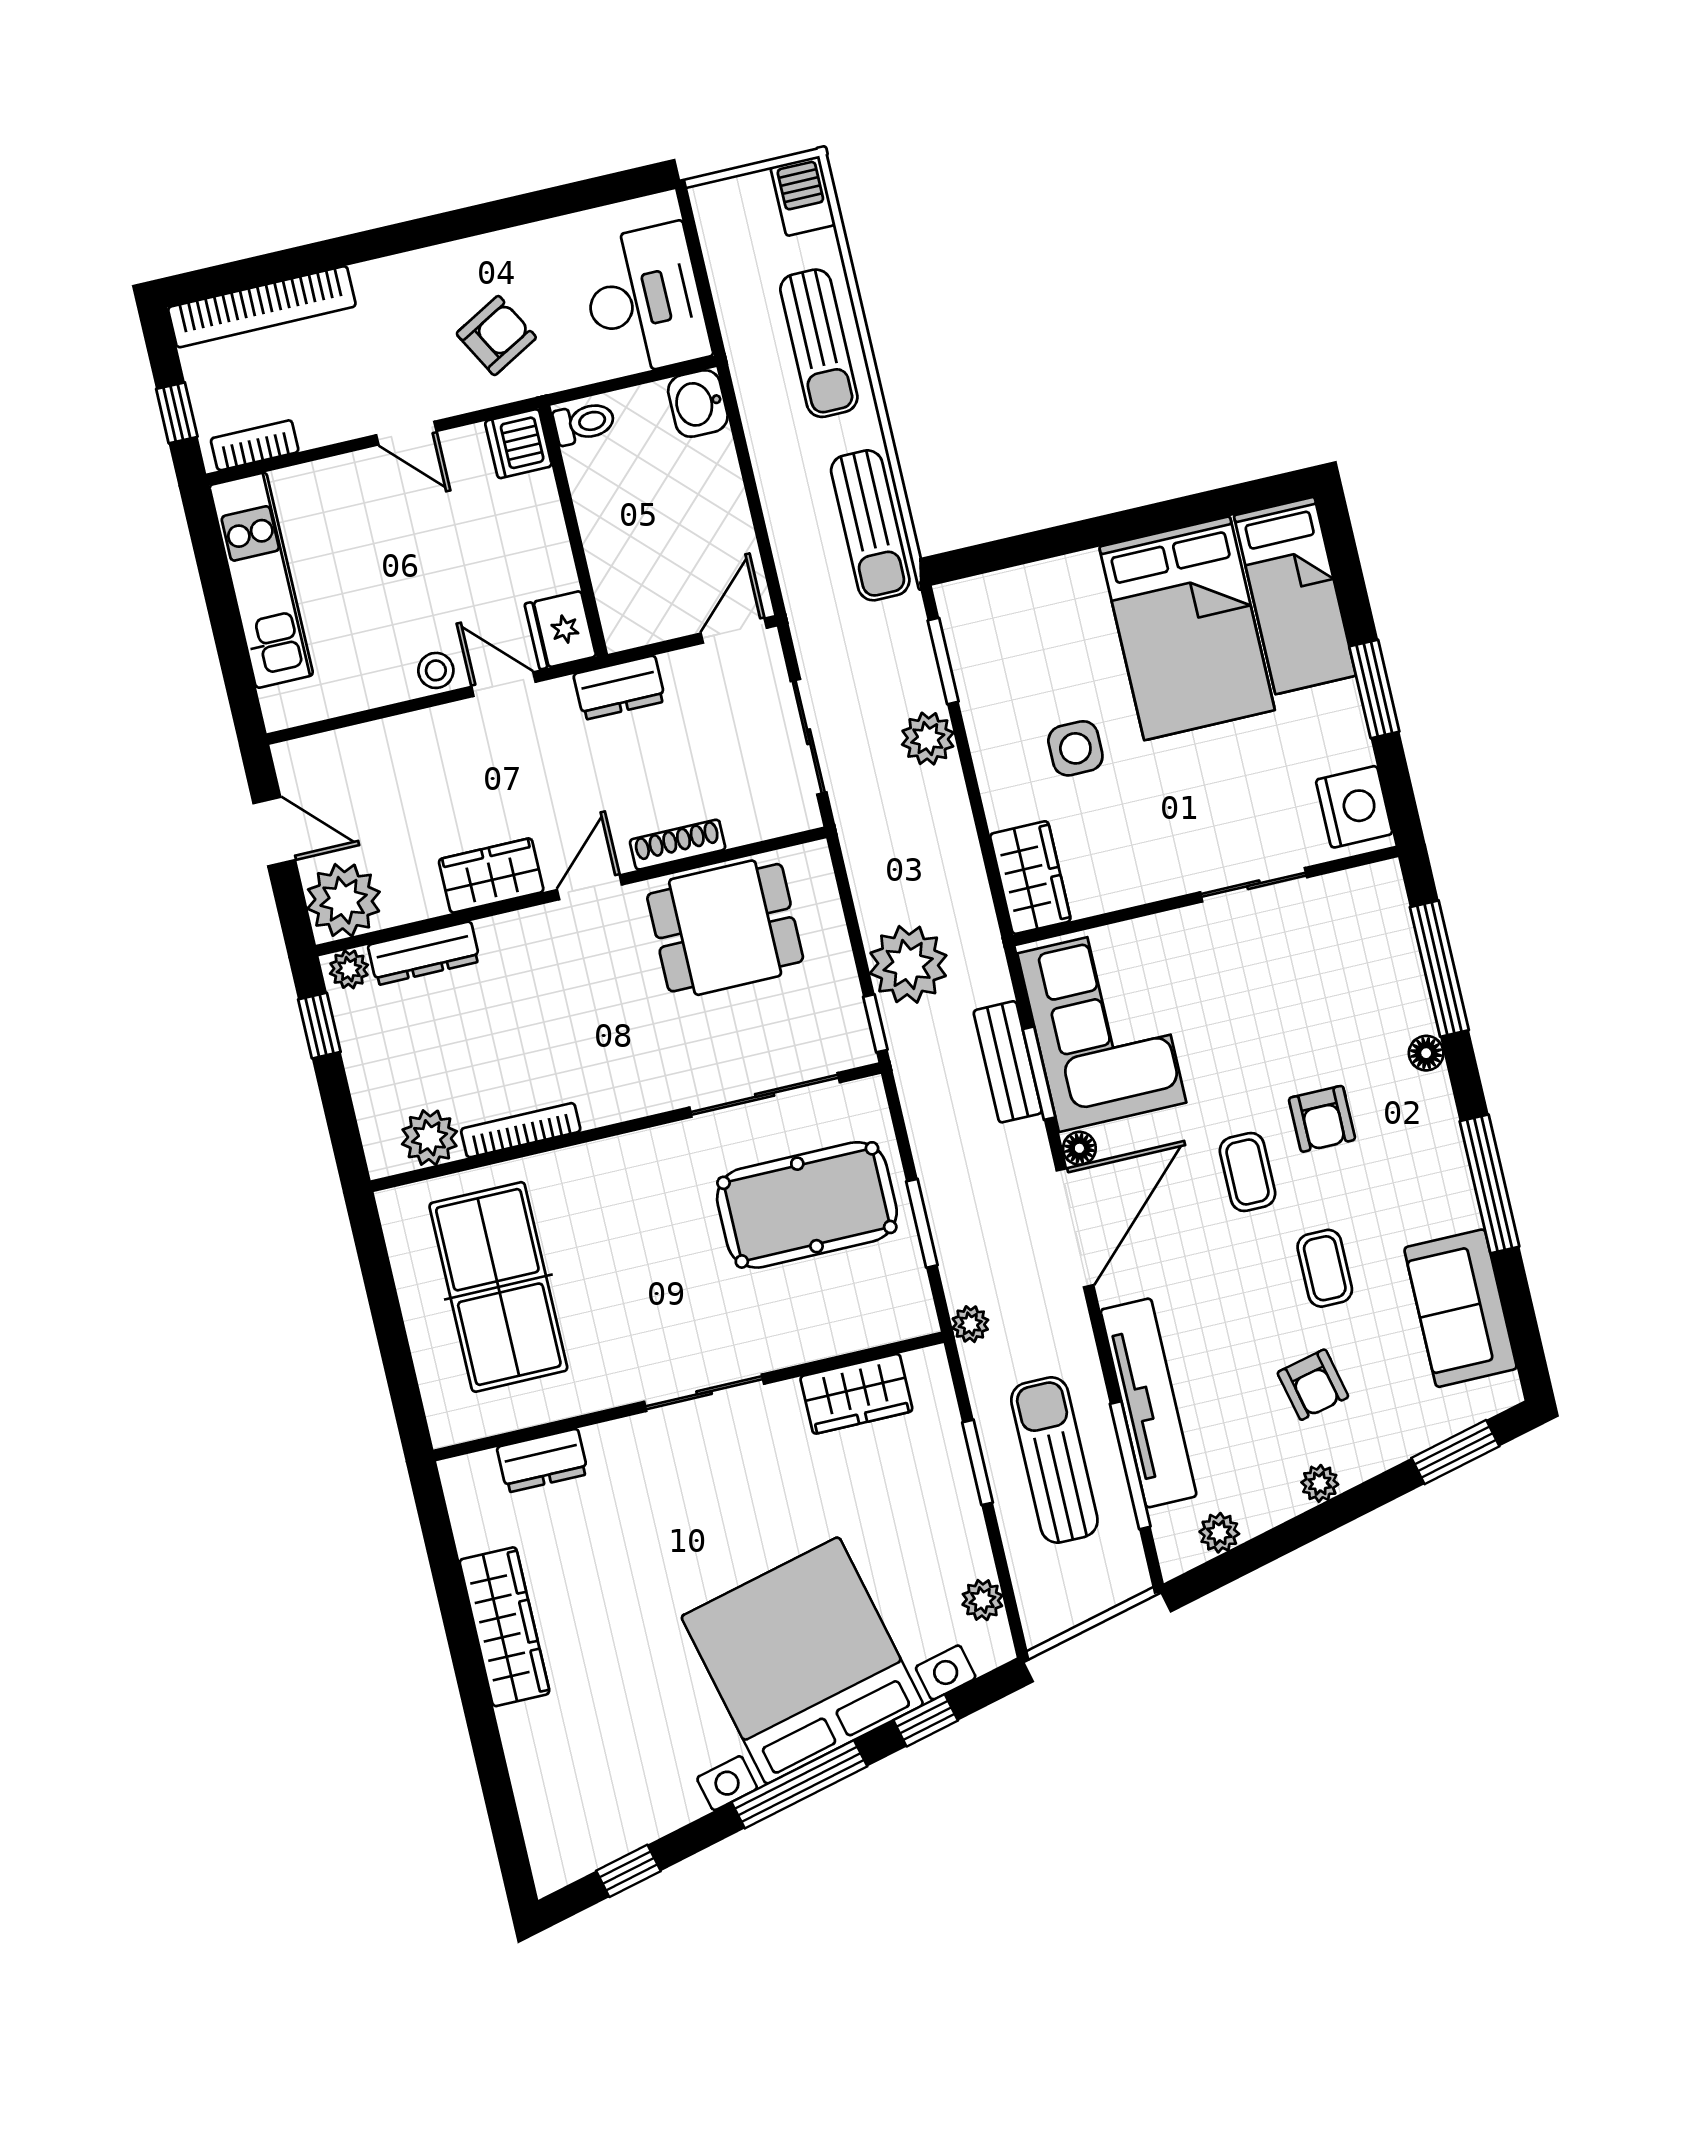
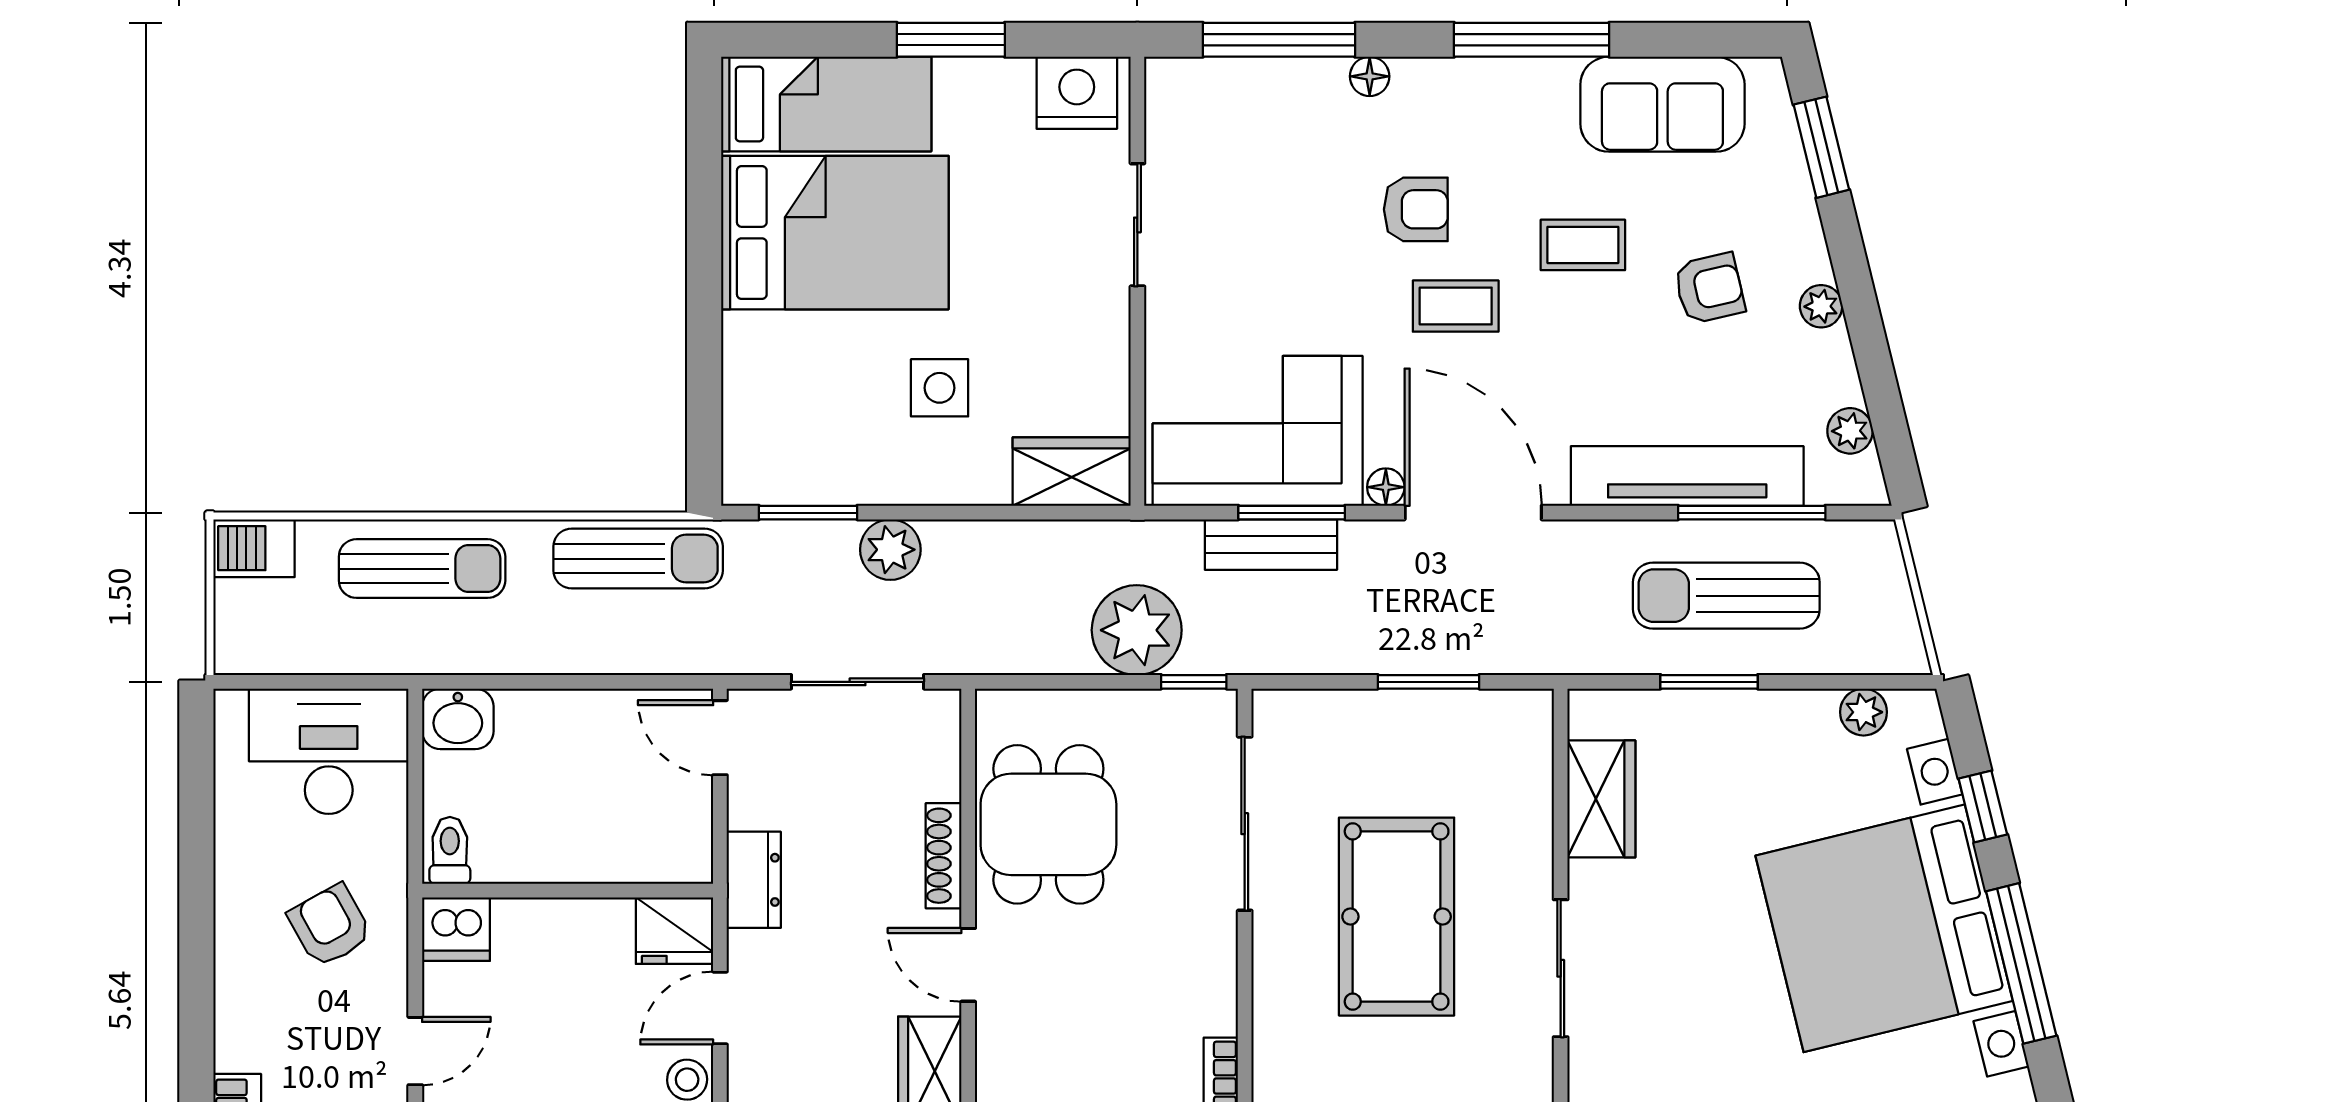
pool table: (807, 1205) -> (1397, 917), moved
plant: (970, 1324) -> (1553, 654), removed

